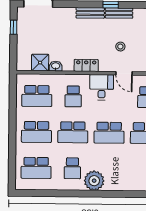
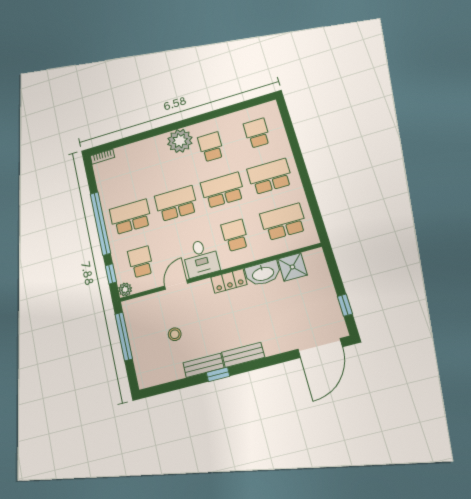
stool: (120, 47) -> (175, 334), moved
washbasin: (56, 66) -> (263, 273), width x1.91, depth x1.45
door: (124, 73) -> (176, 285), hinge flipped
school desk: (36, 168) -> (257, 133), width x0.54

